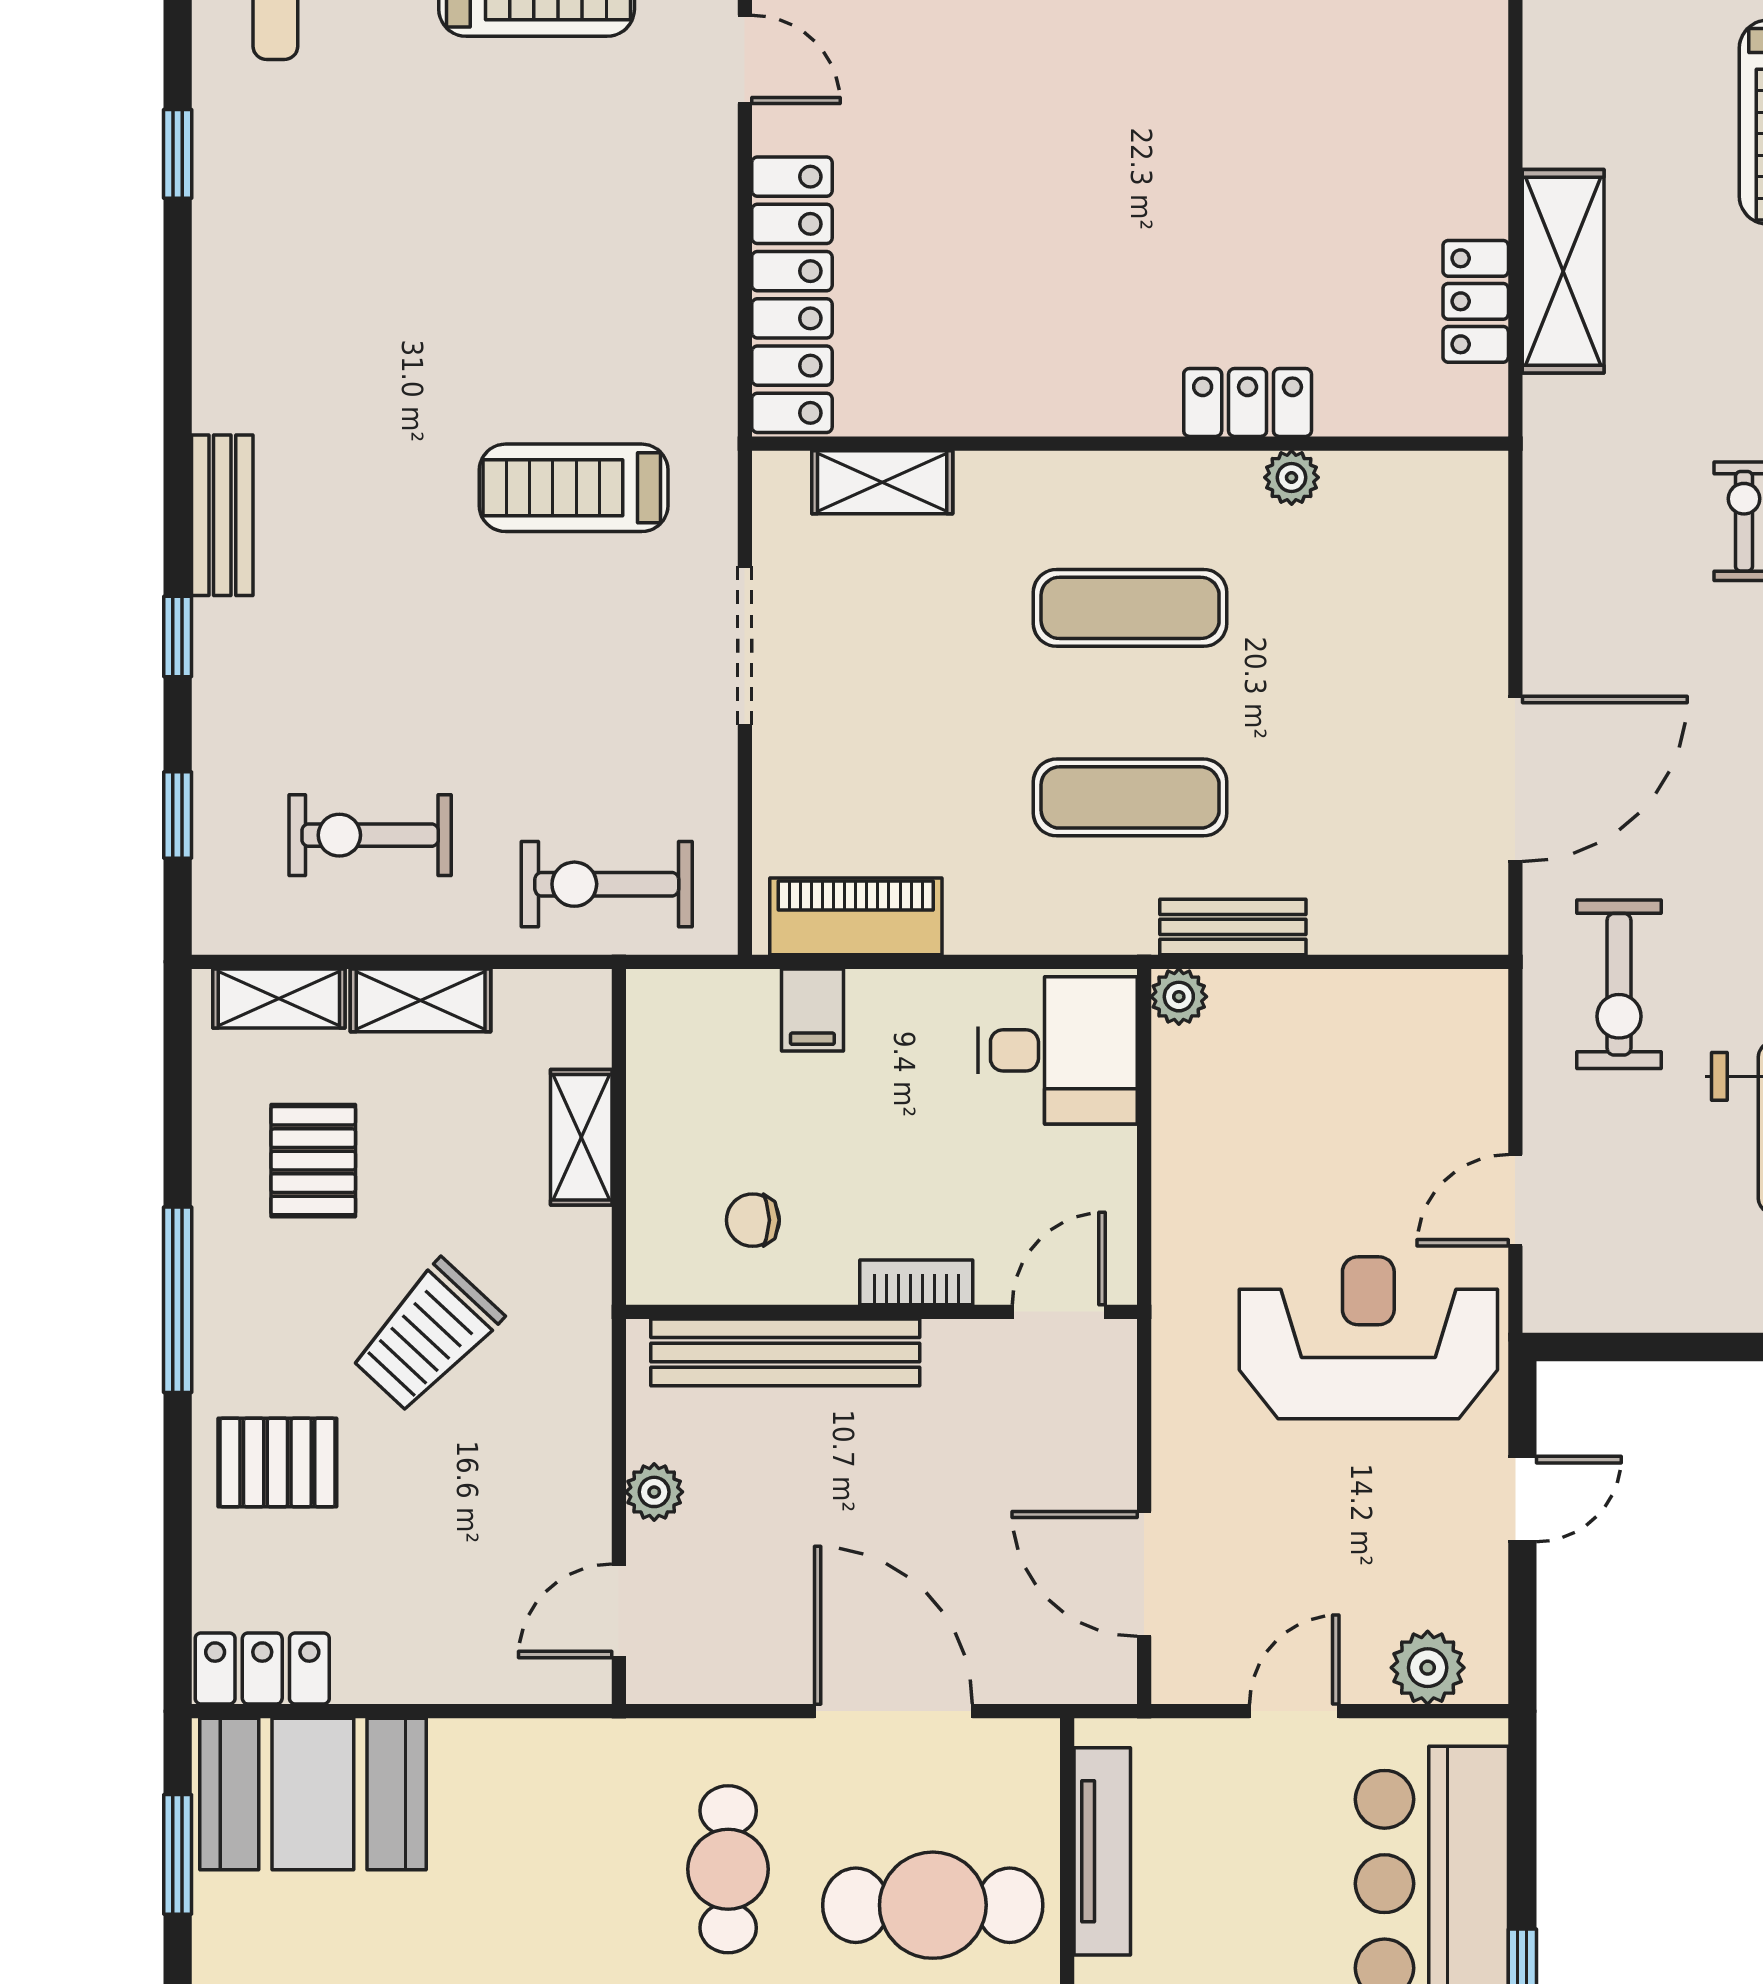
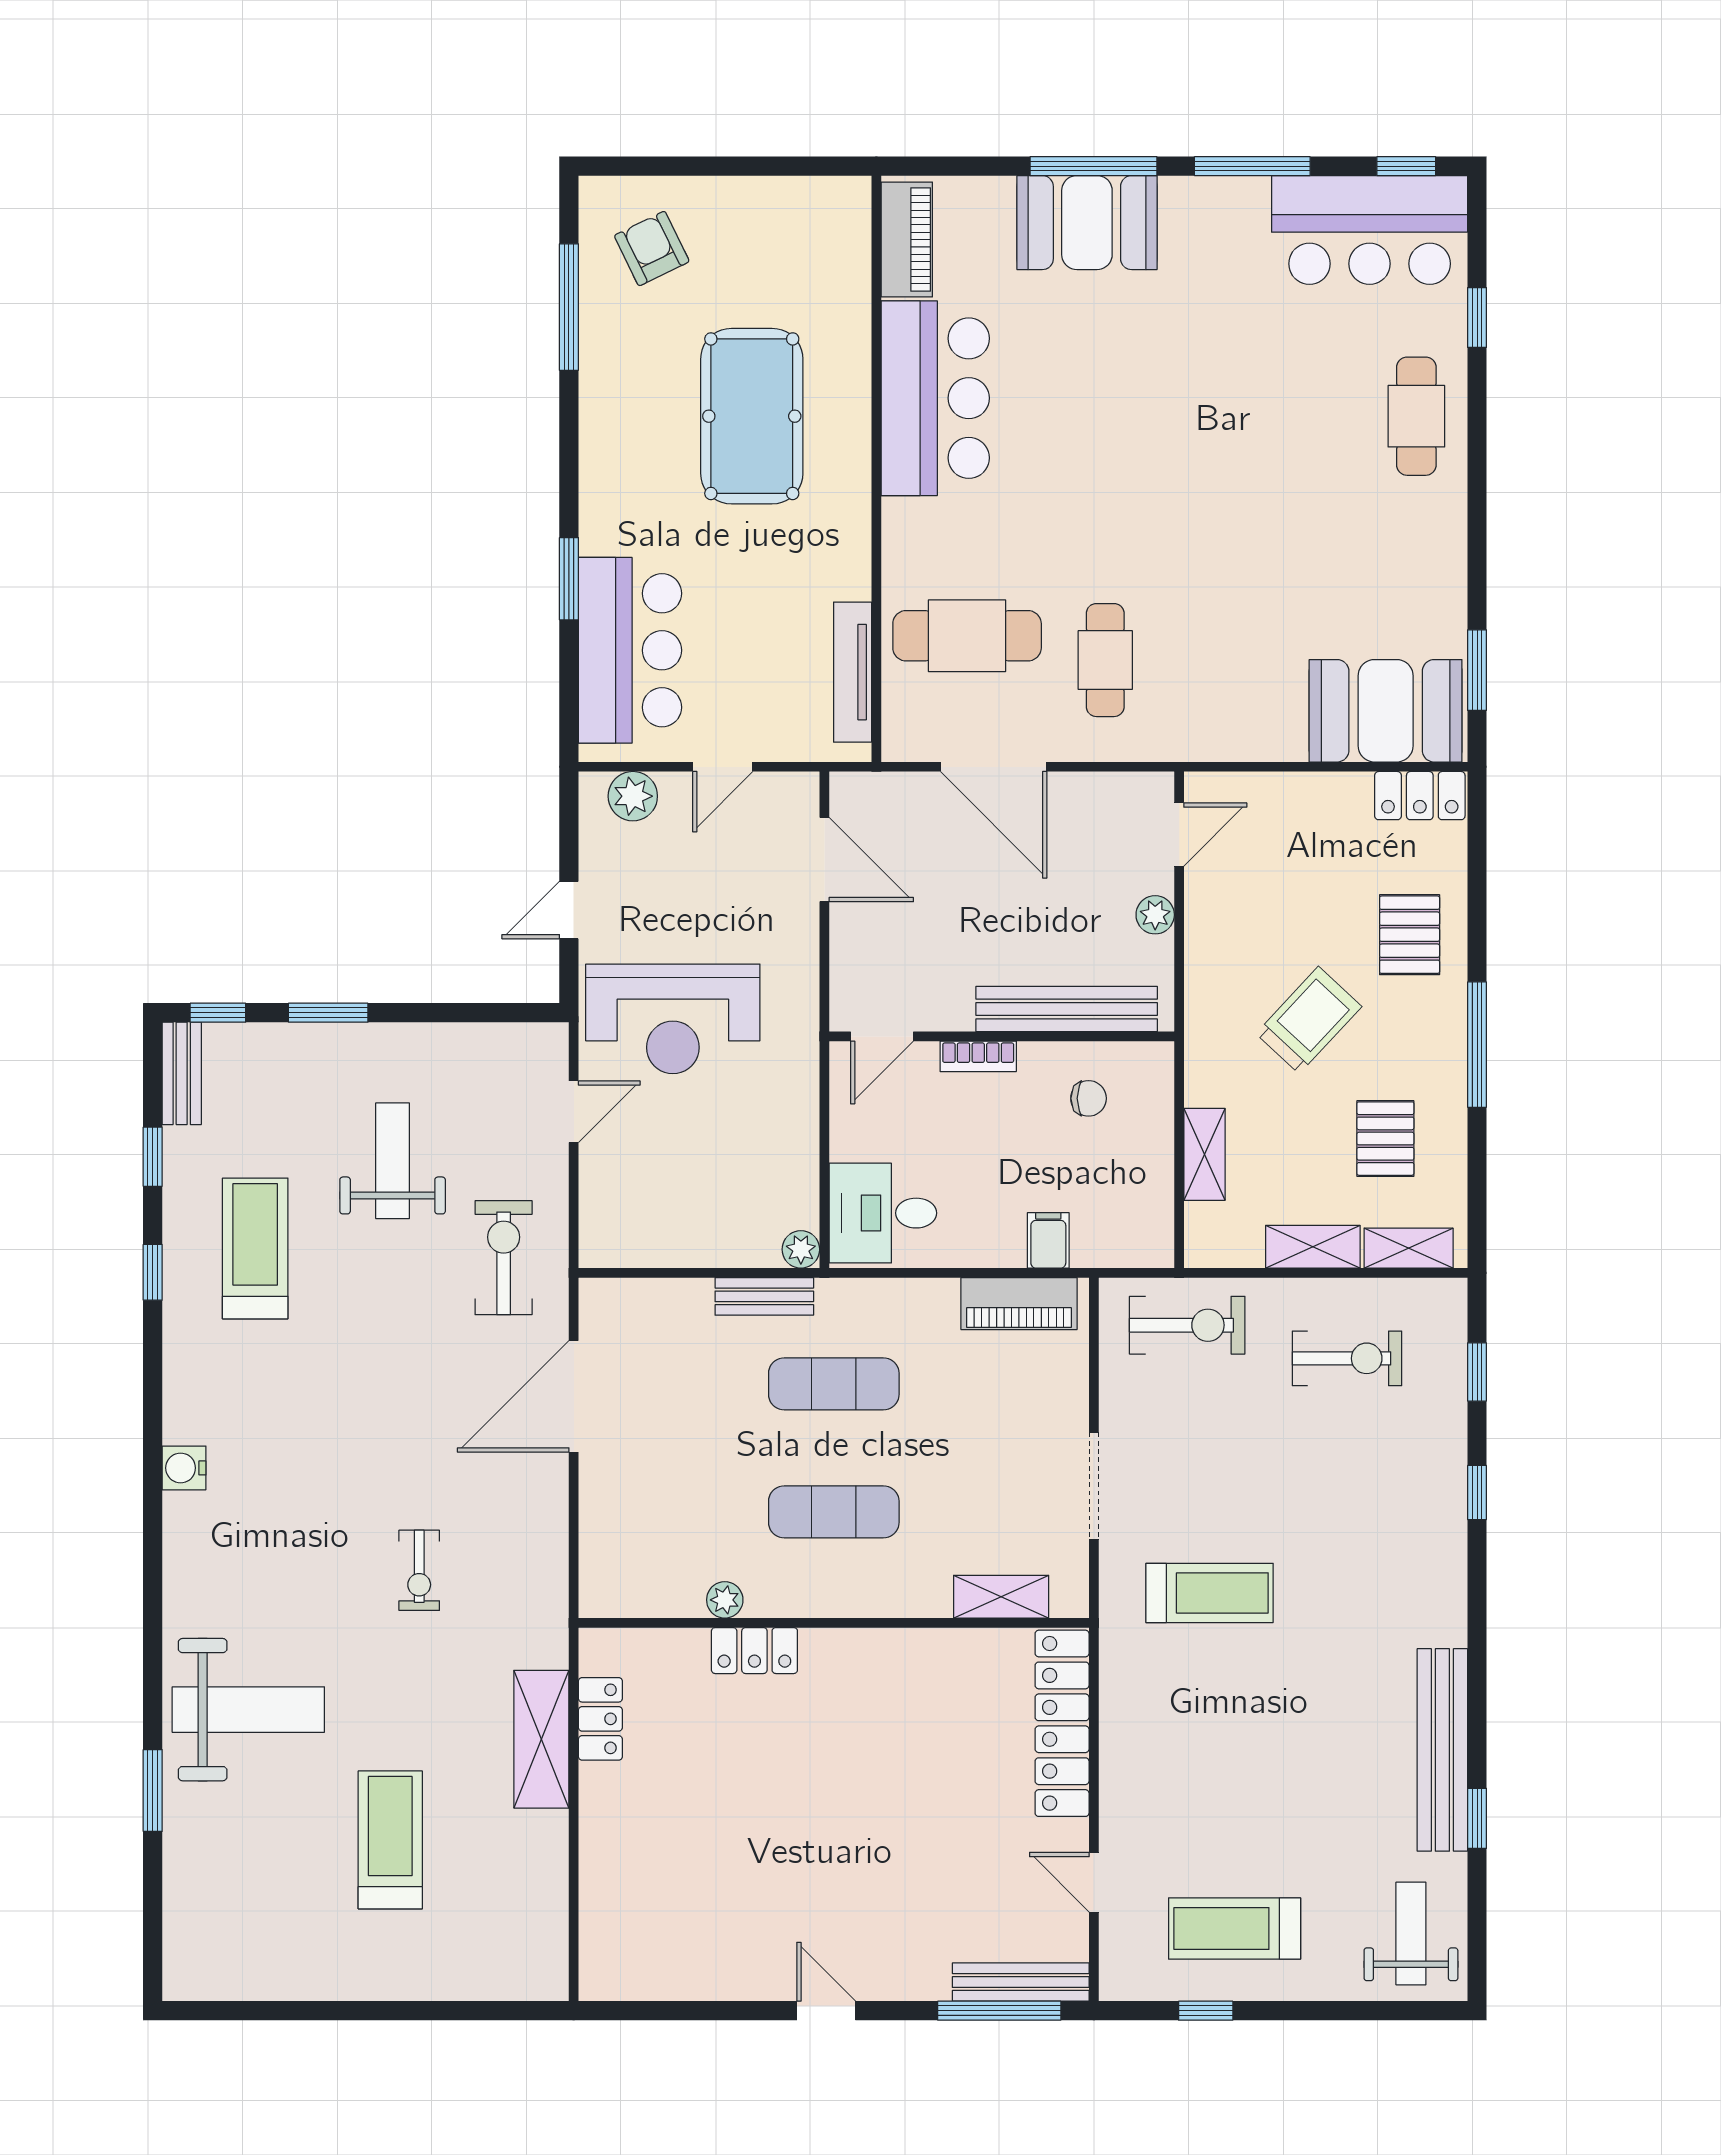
bench: (222, 515) -> (1442, 1750), moved, width x1.86, depth x1.21
pallet: (277, 1462) -> (1410, 935), turned 90

